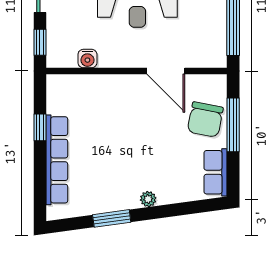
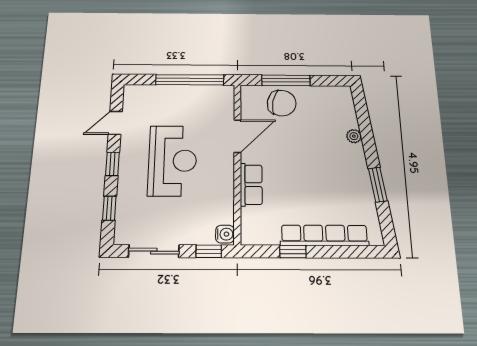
water cooler: (87, 59) -> (225, 234), moved
row of seats: (215, 172) -> (251, 185), moved, turned -90
plant: (148, 199) -> (354, 136), moved

